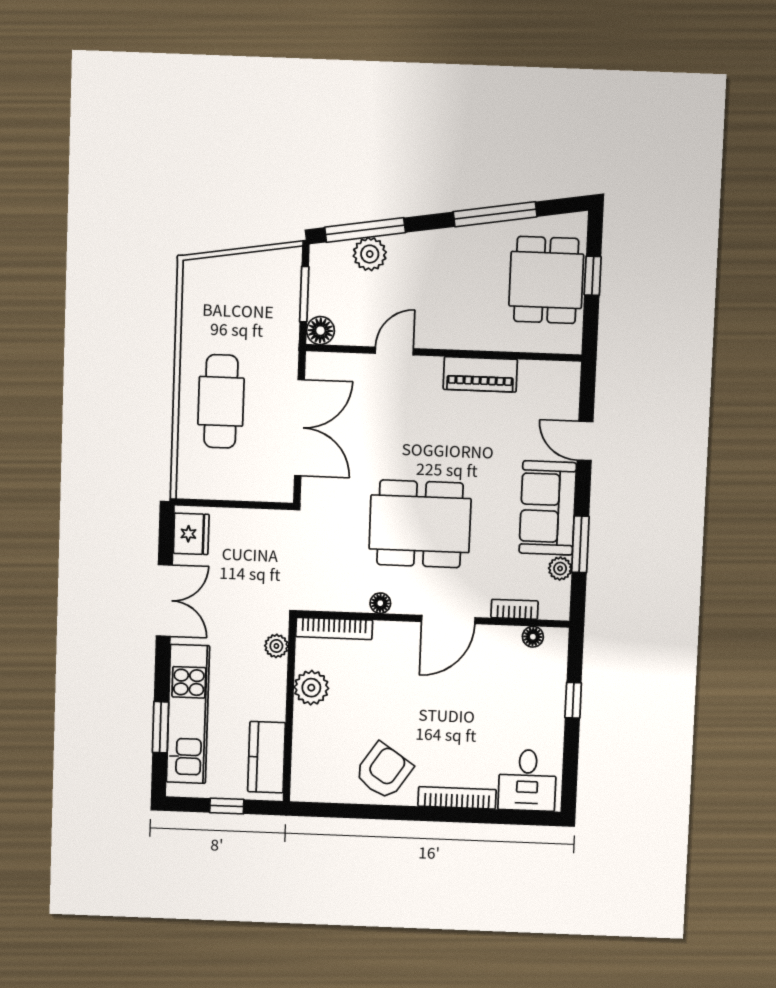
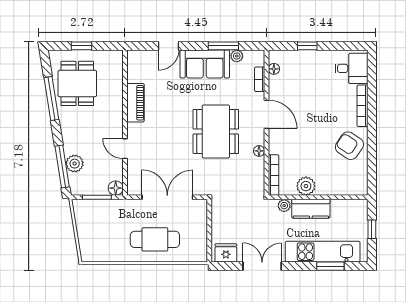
dining table: (546, 280) -> (77, 83), moved, turned 90
kitchen counter: (267, 757) -> (311, 209), moved

